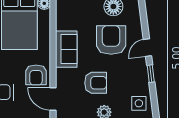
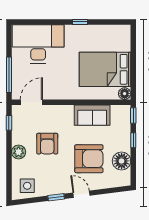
sofa: (66, 49) -> (92, 115), moved
armchair: (36, 75) -> (55, 86), removed

